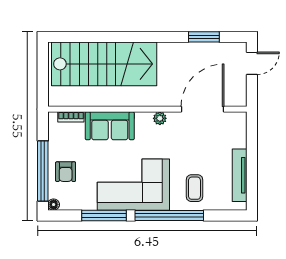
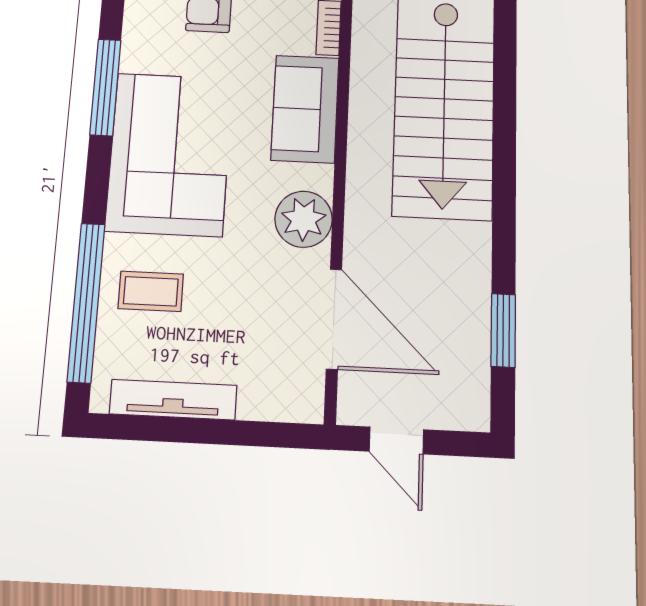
door: (252, 63) -> (396, 441), moved
plant: (160, 118) -> (304, 219), width x1.87, depth x1.87
window: (169, 215) -> (86, 302), moved

